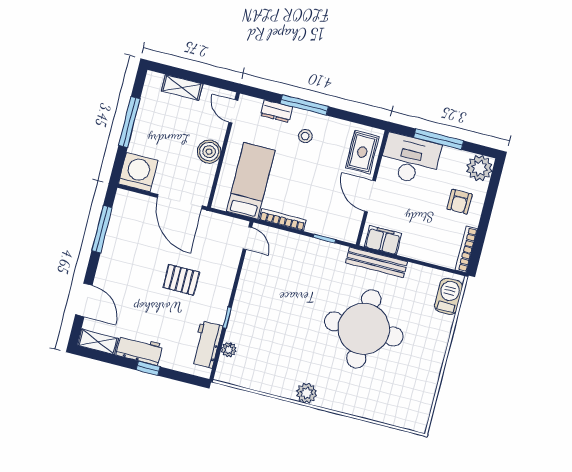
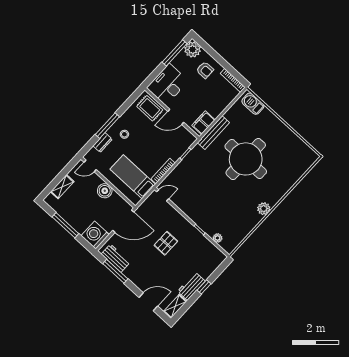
window: (439, 139) -> (174, 53), moved
workbench: (207, 344) -> (116, 258), moved, turned 180

